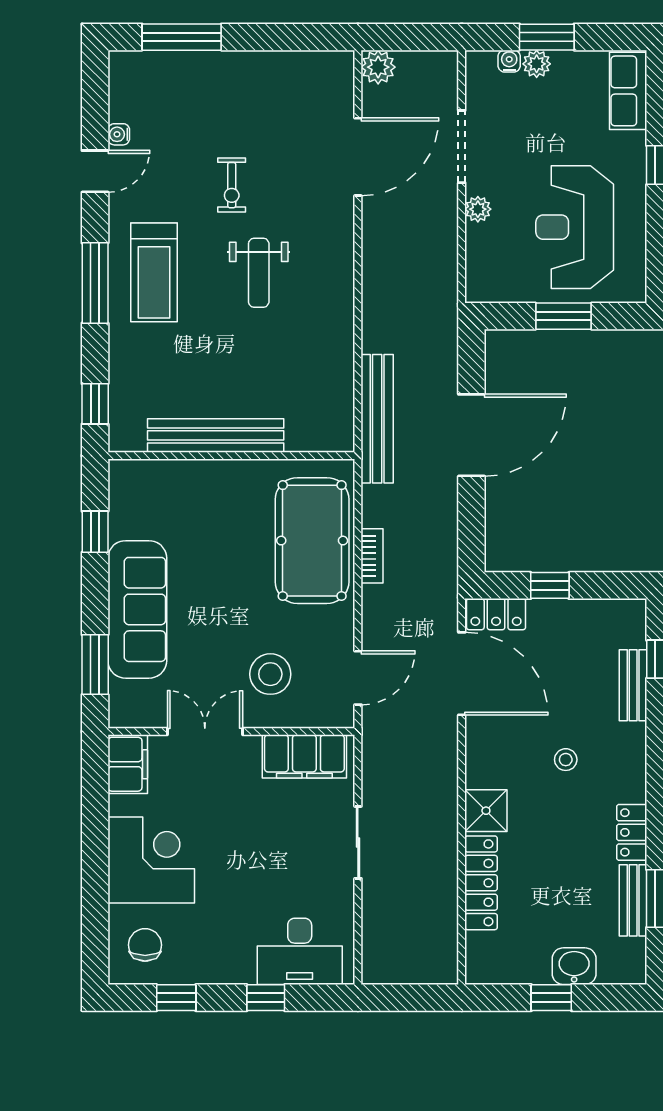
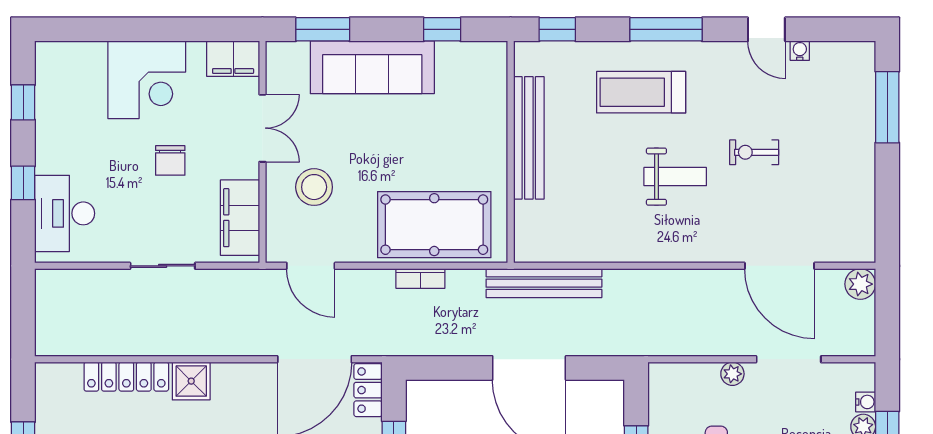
treadmill: (154, 272) -> (641, 92), moved
weight bench: (259, 273) -> (675, 177), turned 180
chair: (145, 945) -> (170, 160), moved, turned 90

